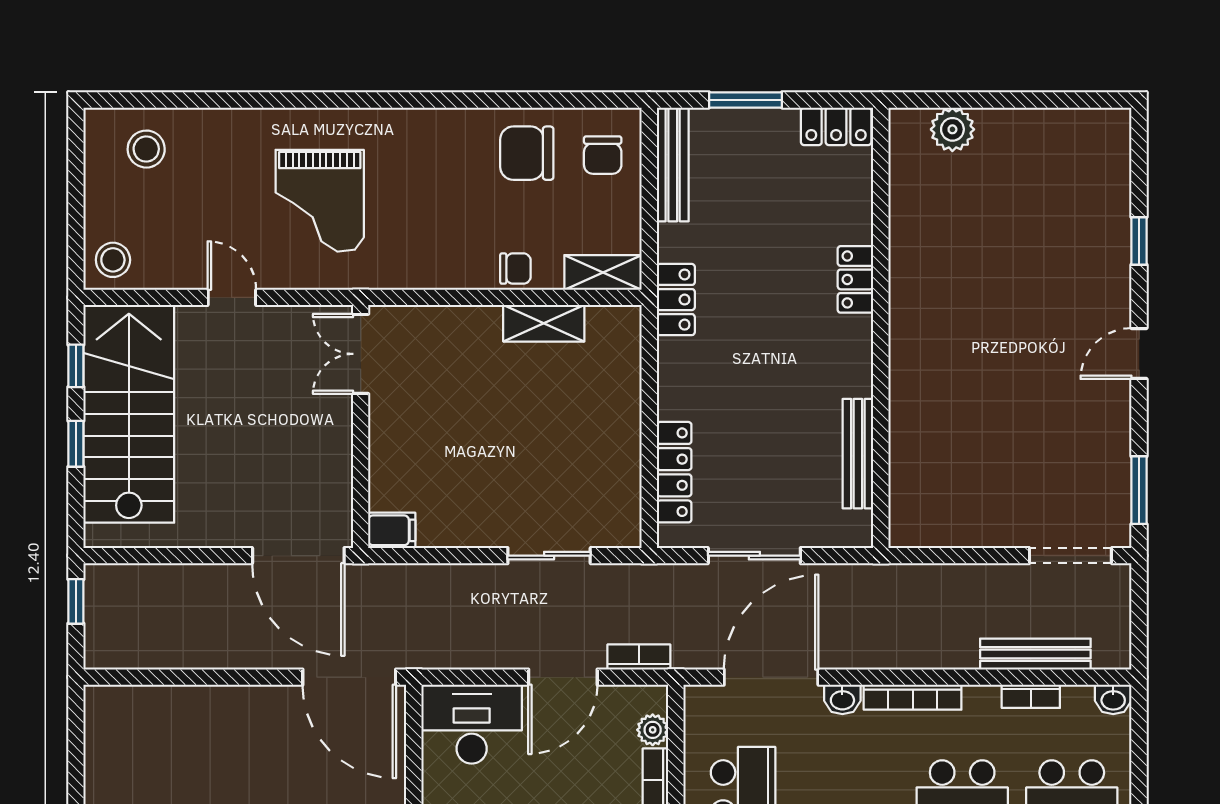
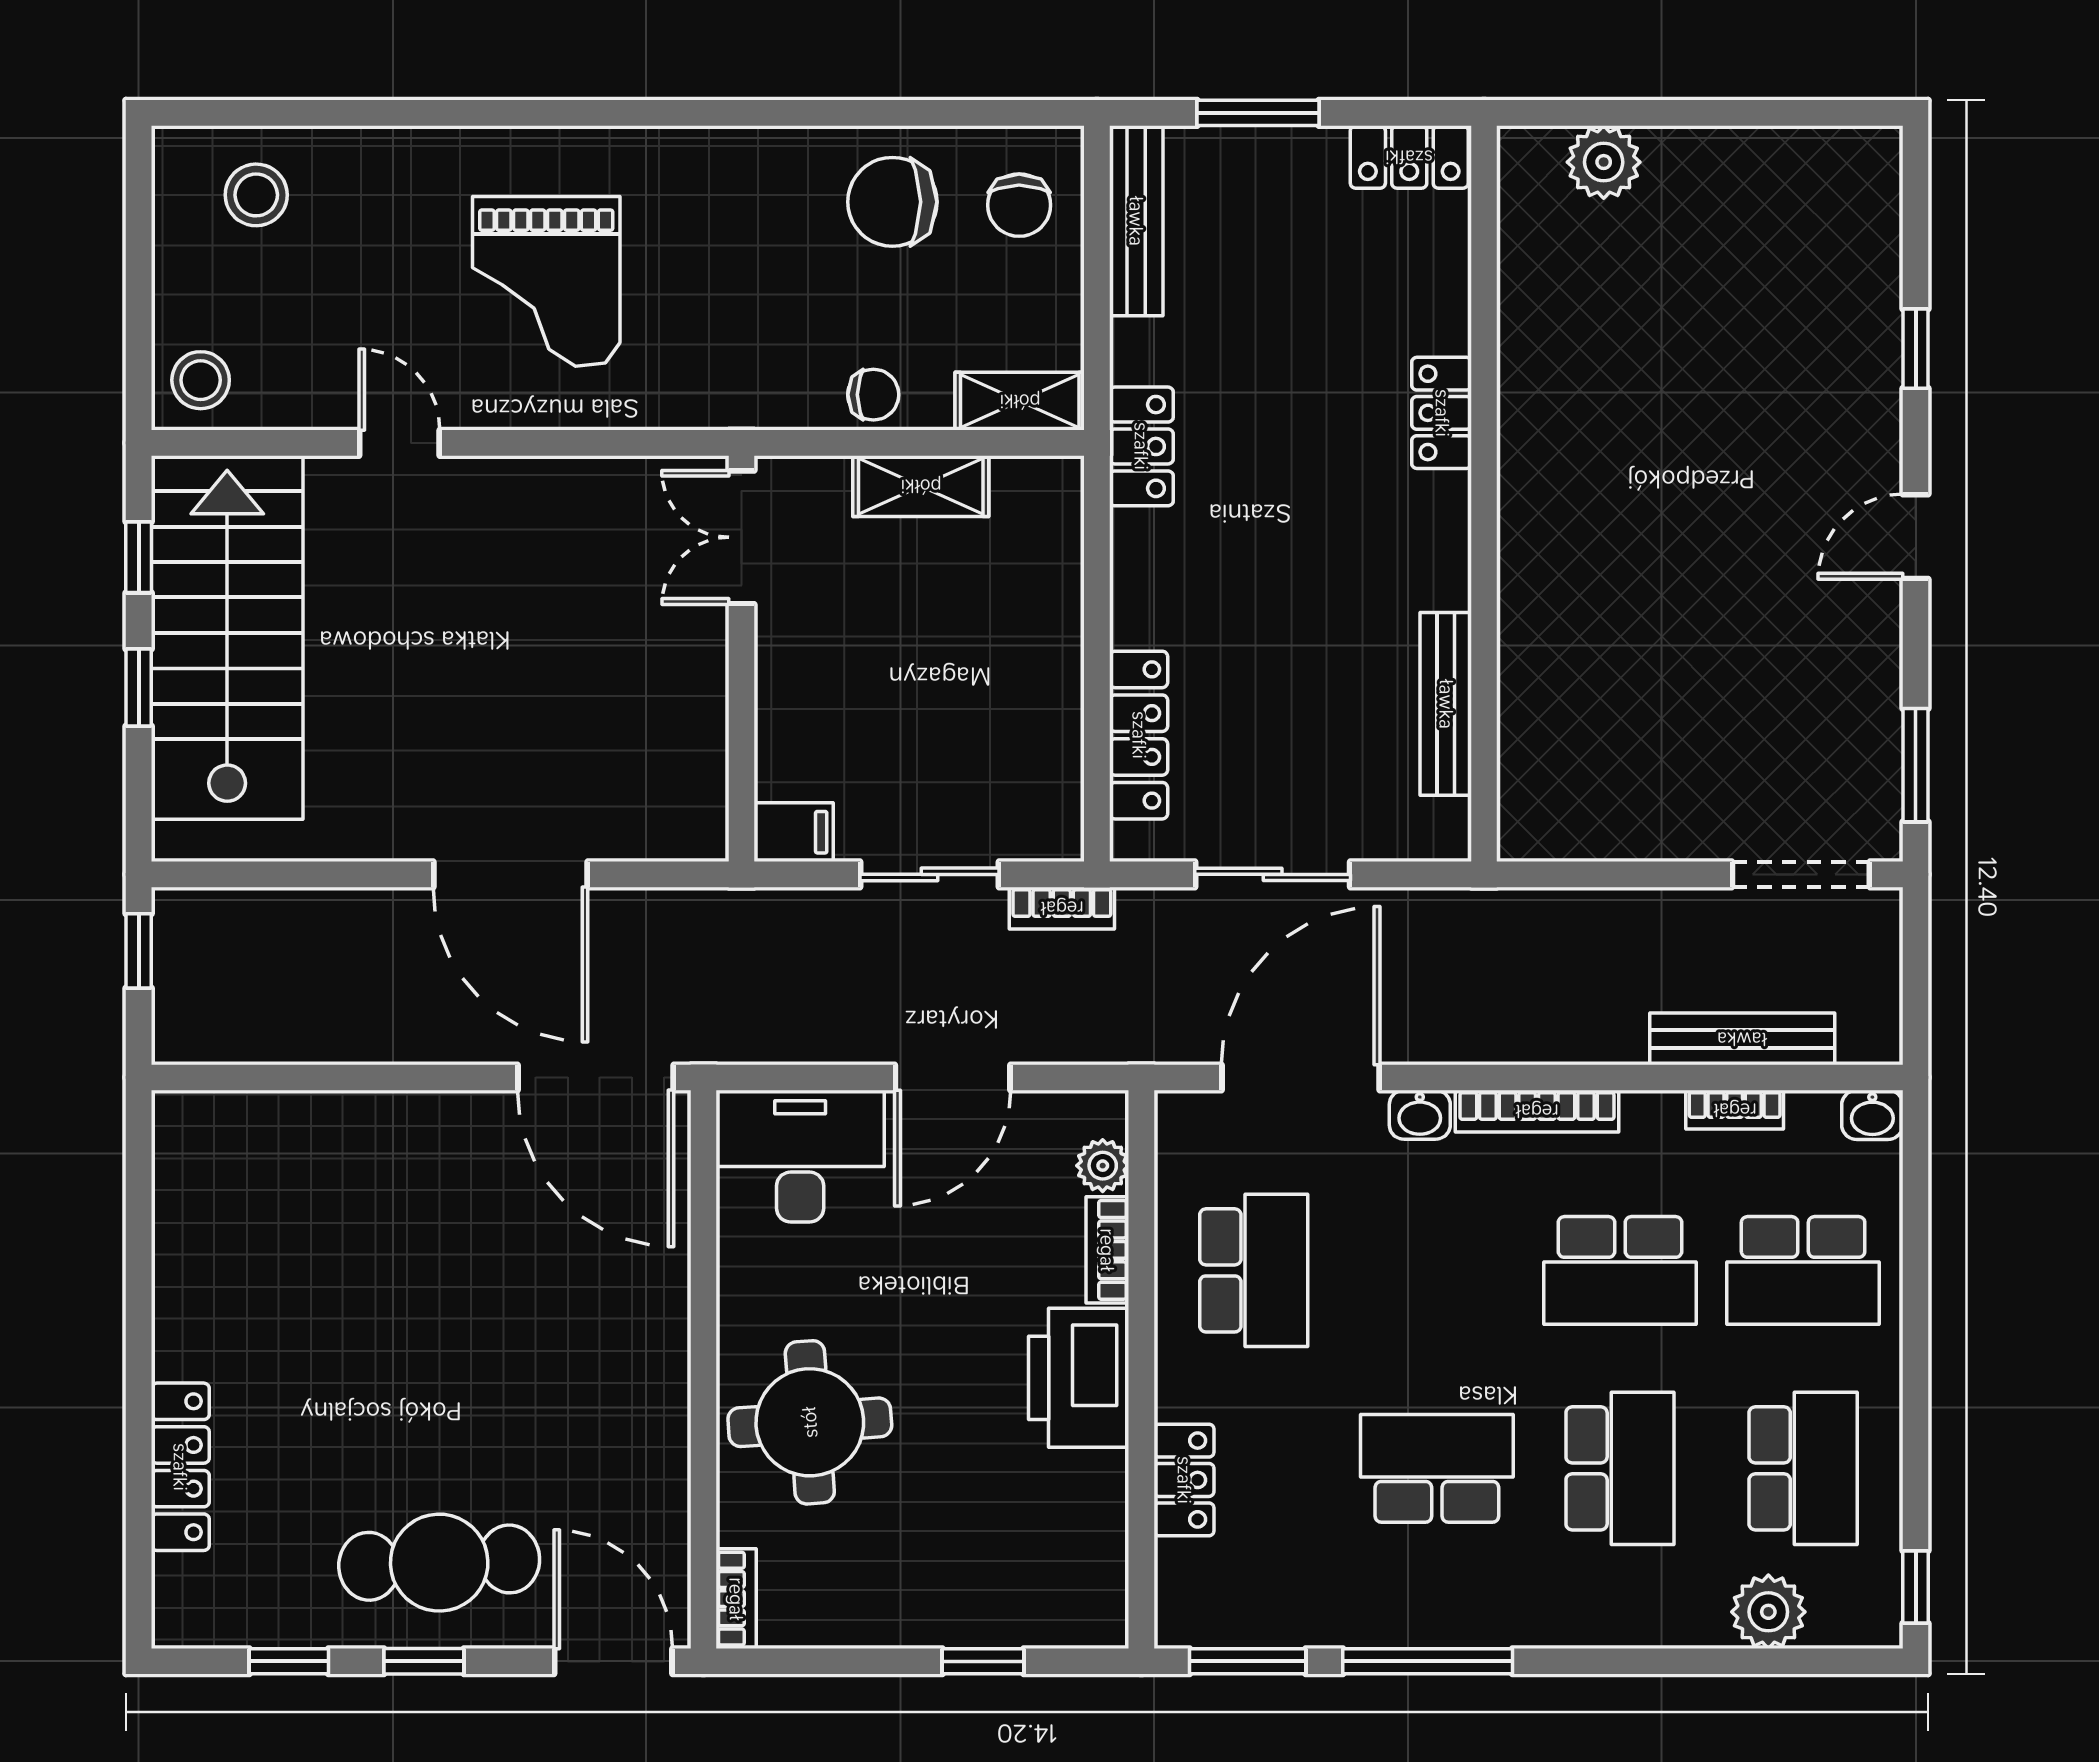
double door: (361, 354) -> (742, 537), moved
wall: (361, 426) -> (742, 659), moved
filing cabinet: (392, 530) -> (794, 832), moved
bookcase: (639, 657) -> (1062, 908), moved, turned 180

